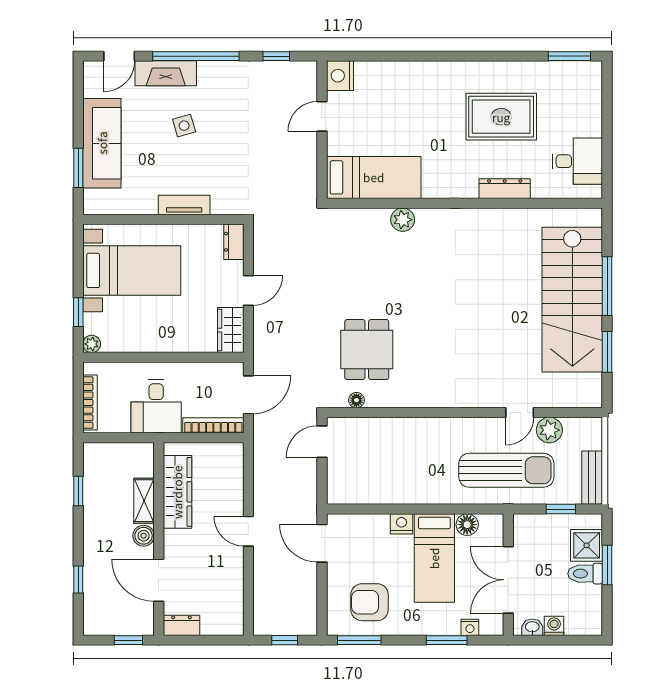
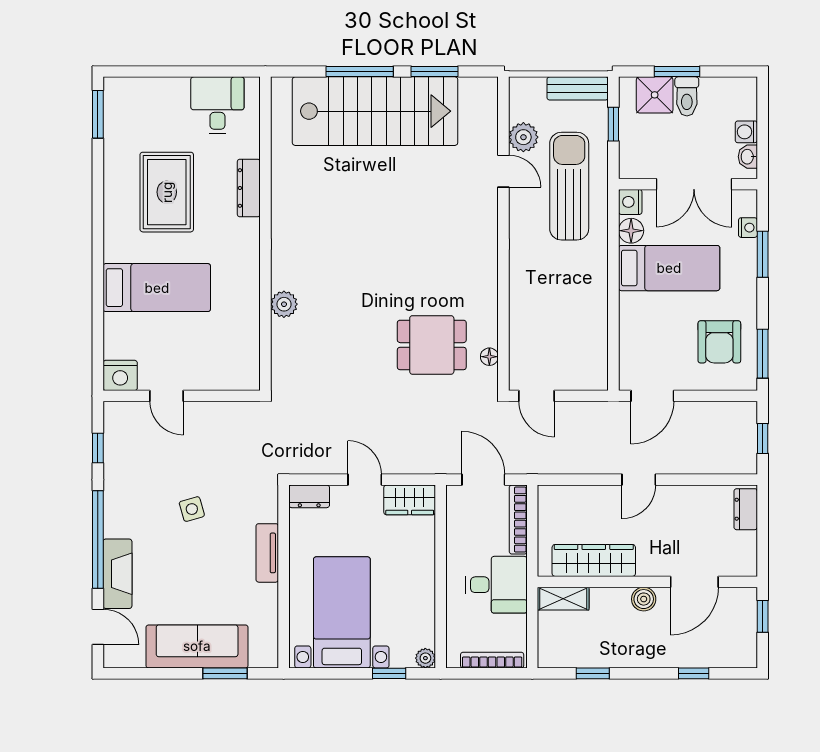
side table: (184, 126) -> (192, 509), moved
bed: (374, 177) -> (157, 288), moved, turned 90
shelving: (144, 501) -> (563, 599), moved
nightstand: (401, 524) -> (630, 202), moved
dresser: (181, 625) -> (746, 509), moved

